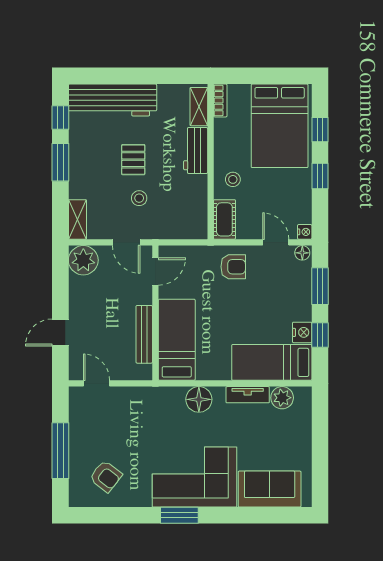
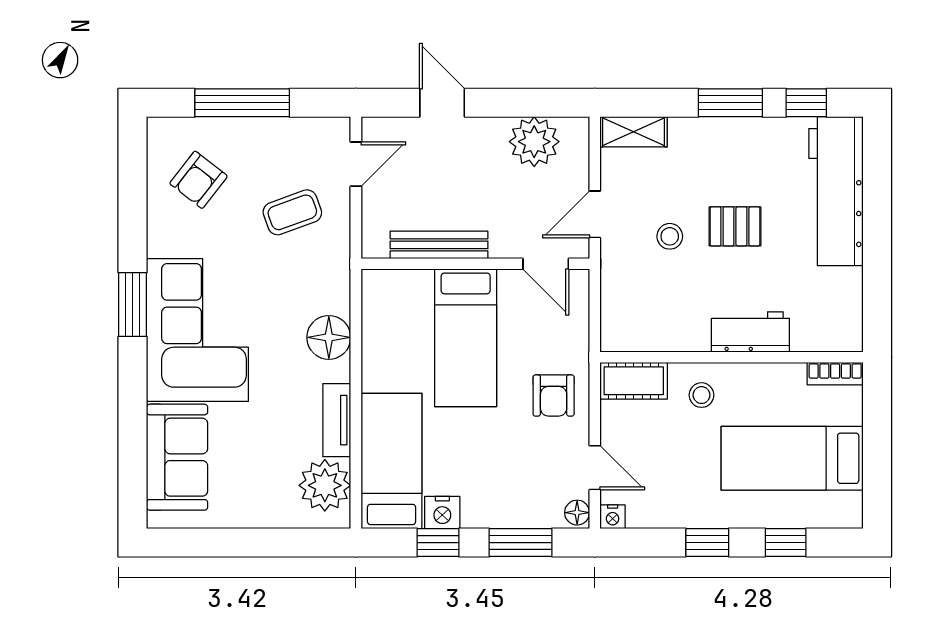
shelving: (199, 107) -> (825, 337), removed
bed: (280, 126) -> (792, 458), width x0.67
door: (276, 242) -> (595, 468), hinge flipped
plant: (83, 260) -> (534, 142), moved
bed: (177, 340) -> (466, 338), moved, turned 90
plant: (282, 398) -> (325, 485), width x1.36, depth x1.36
coffee table: (125, 421) -> (292, 212), added

